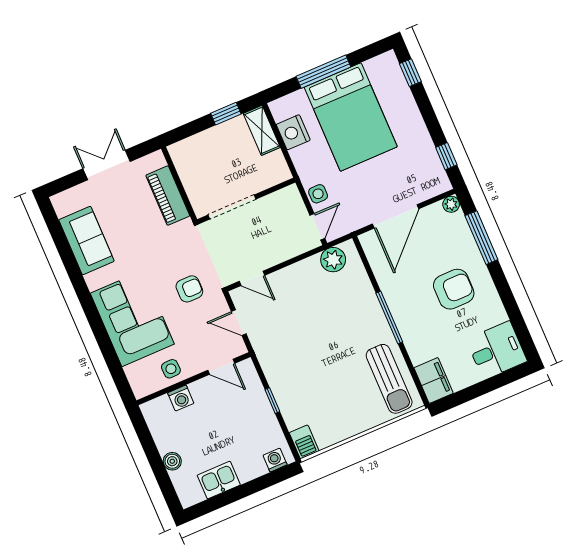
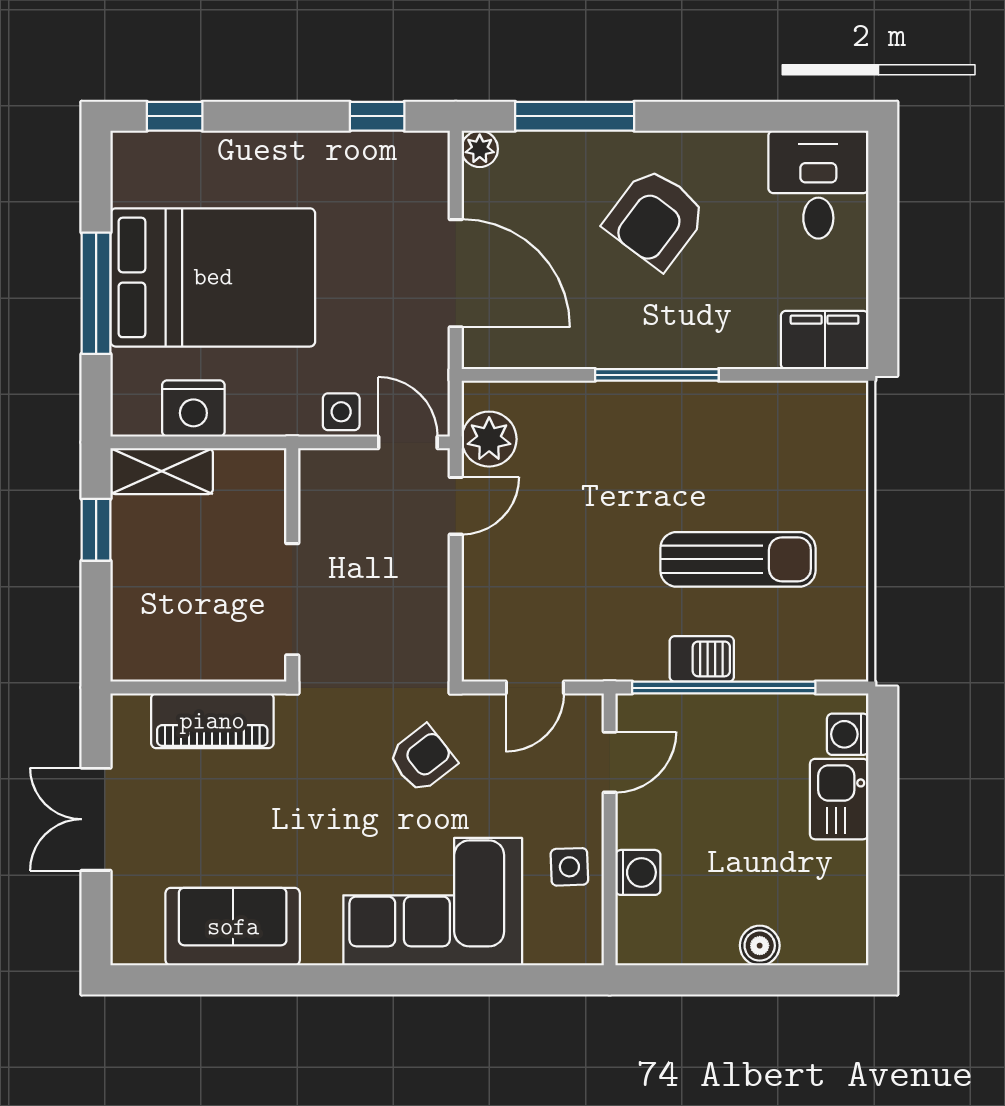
door: (252, 278) -> (456, 506), moved
armchair: (189, 289) -> (422, 759), turned 52
armchair: (454, 289) -> (656, 218), turned -143
sun lounger: (389, 379) -> (738, 559), moved
window: (272, 401) -> (724, 688), width x3.17
barbecue: (304, 442) -> (702, 659), moved
kitchen sink: (219, 480) -> (839, 799), moved

